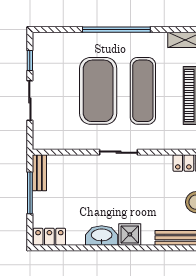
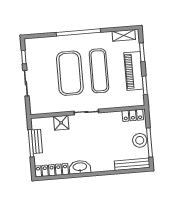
bench: (39, 173) -> (37, 141), moved
shower: (130, 234) -> (61, 123), moved
locker: (49, 237) -> (52, 170), width x1.53

